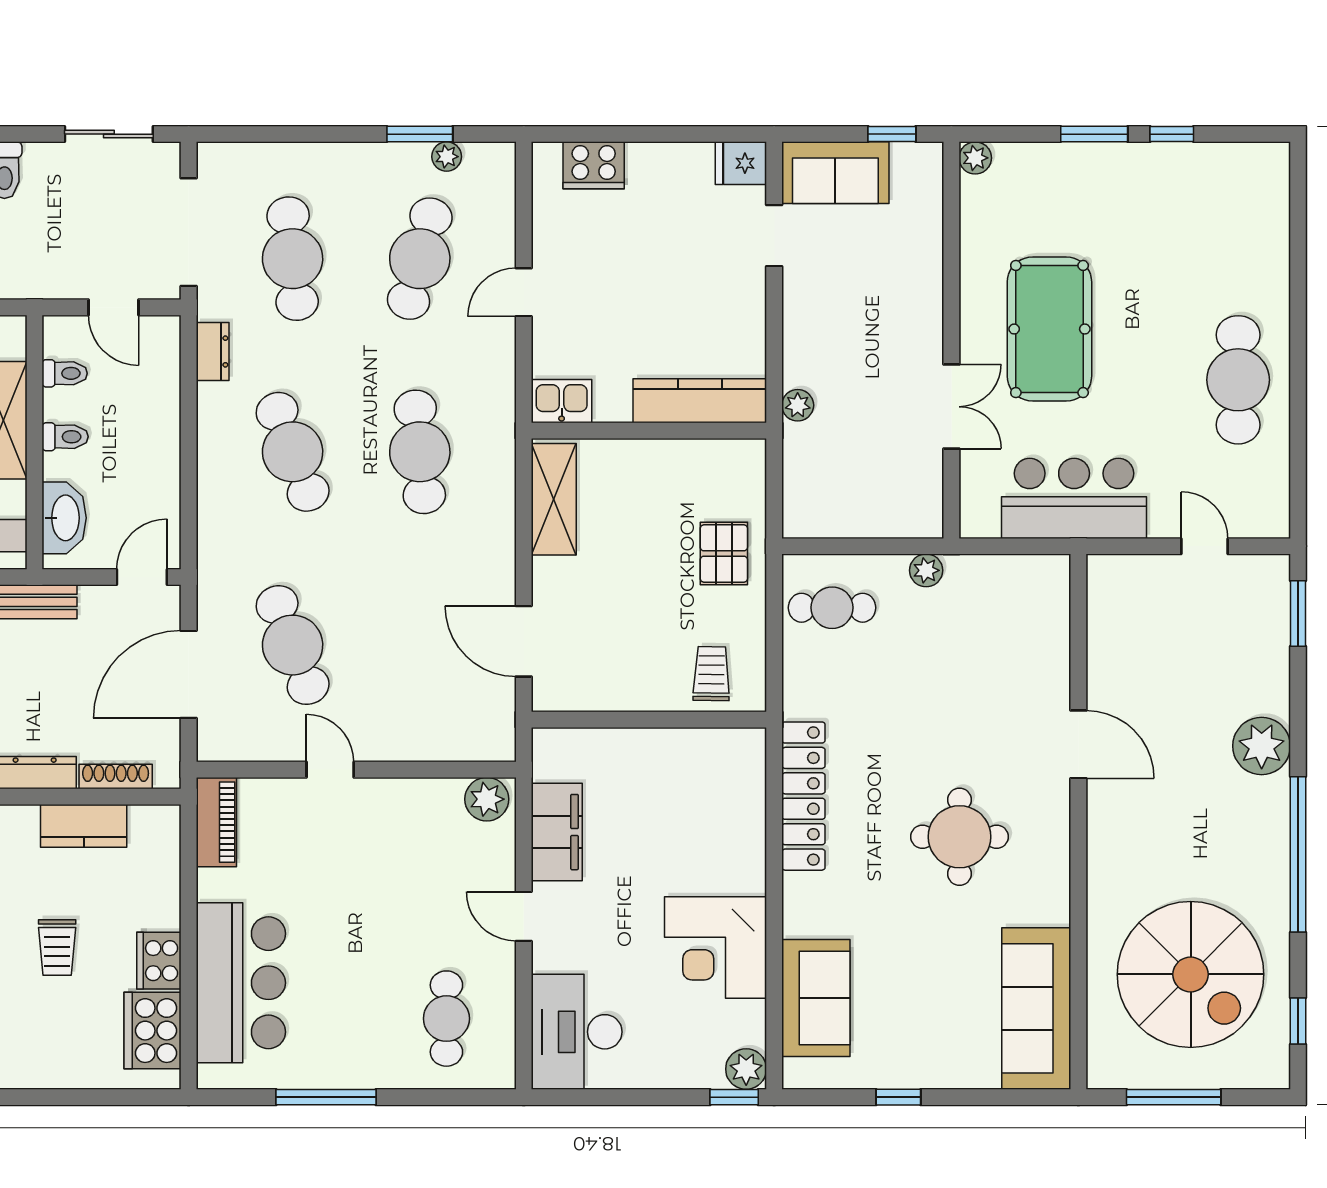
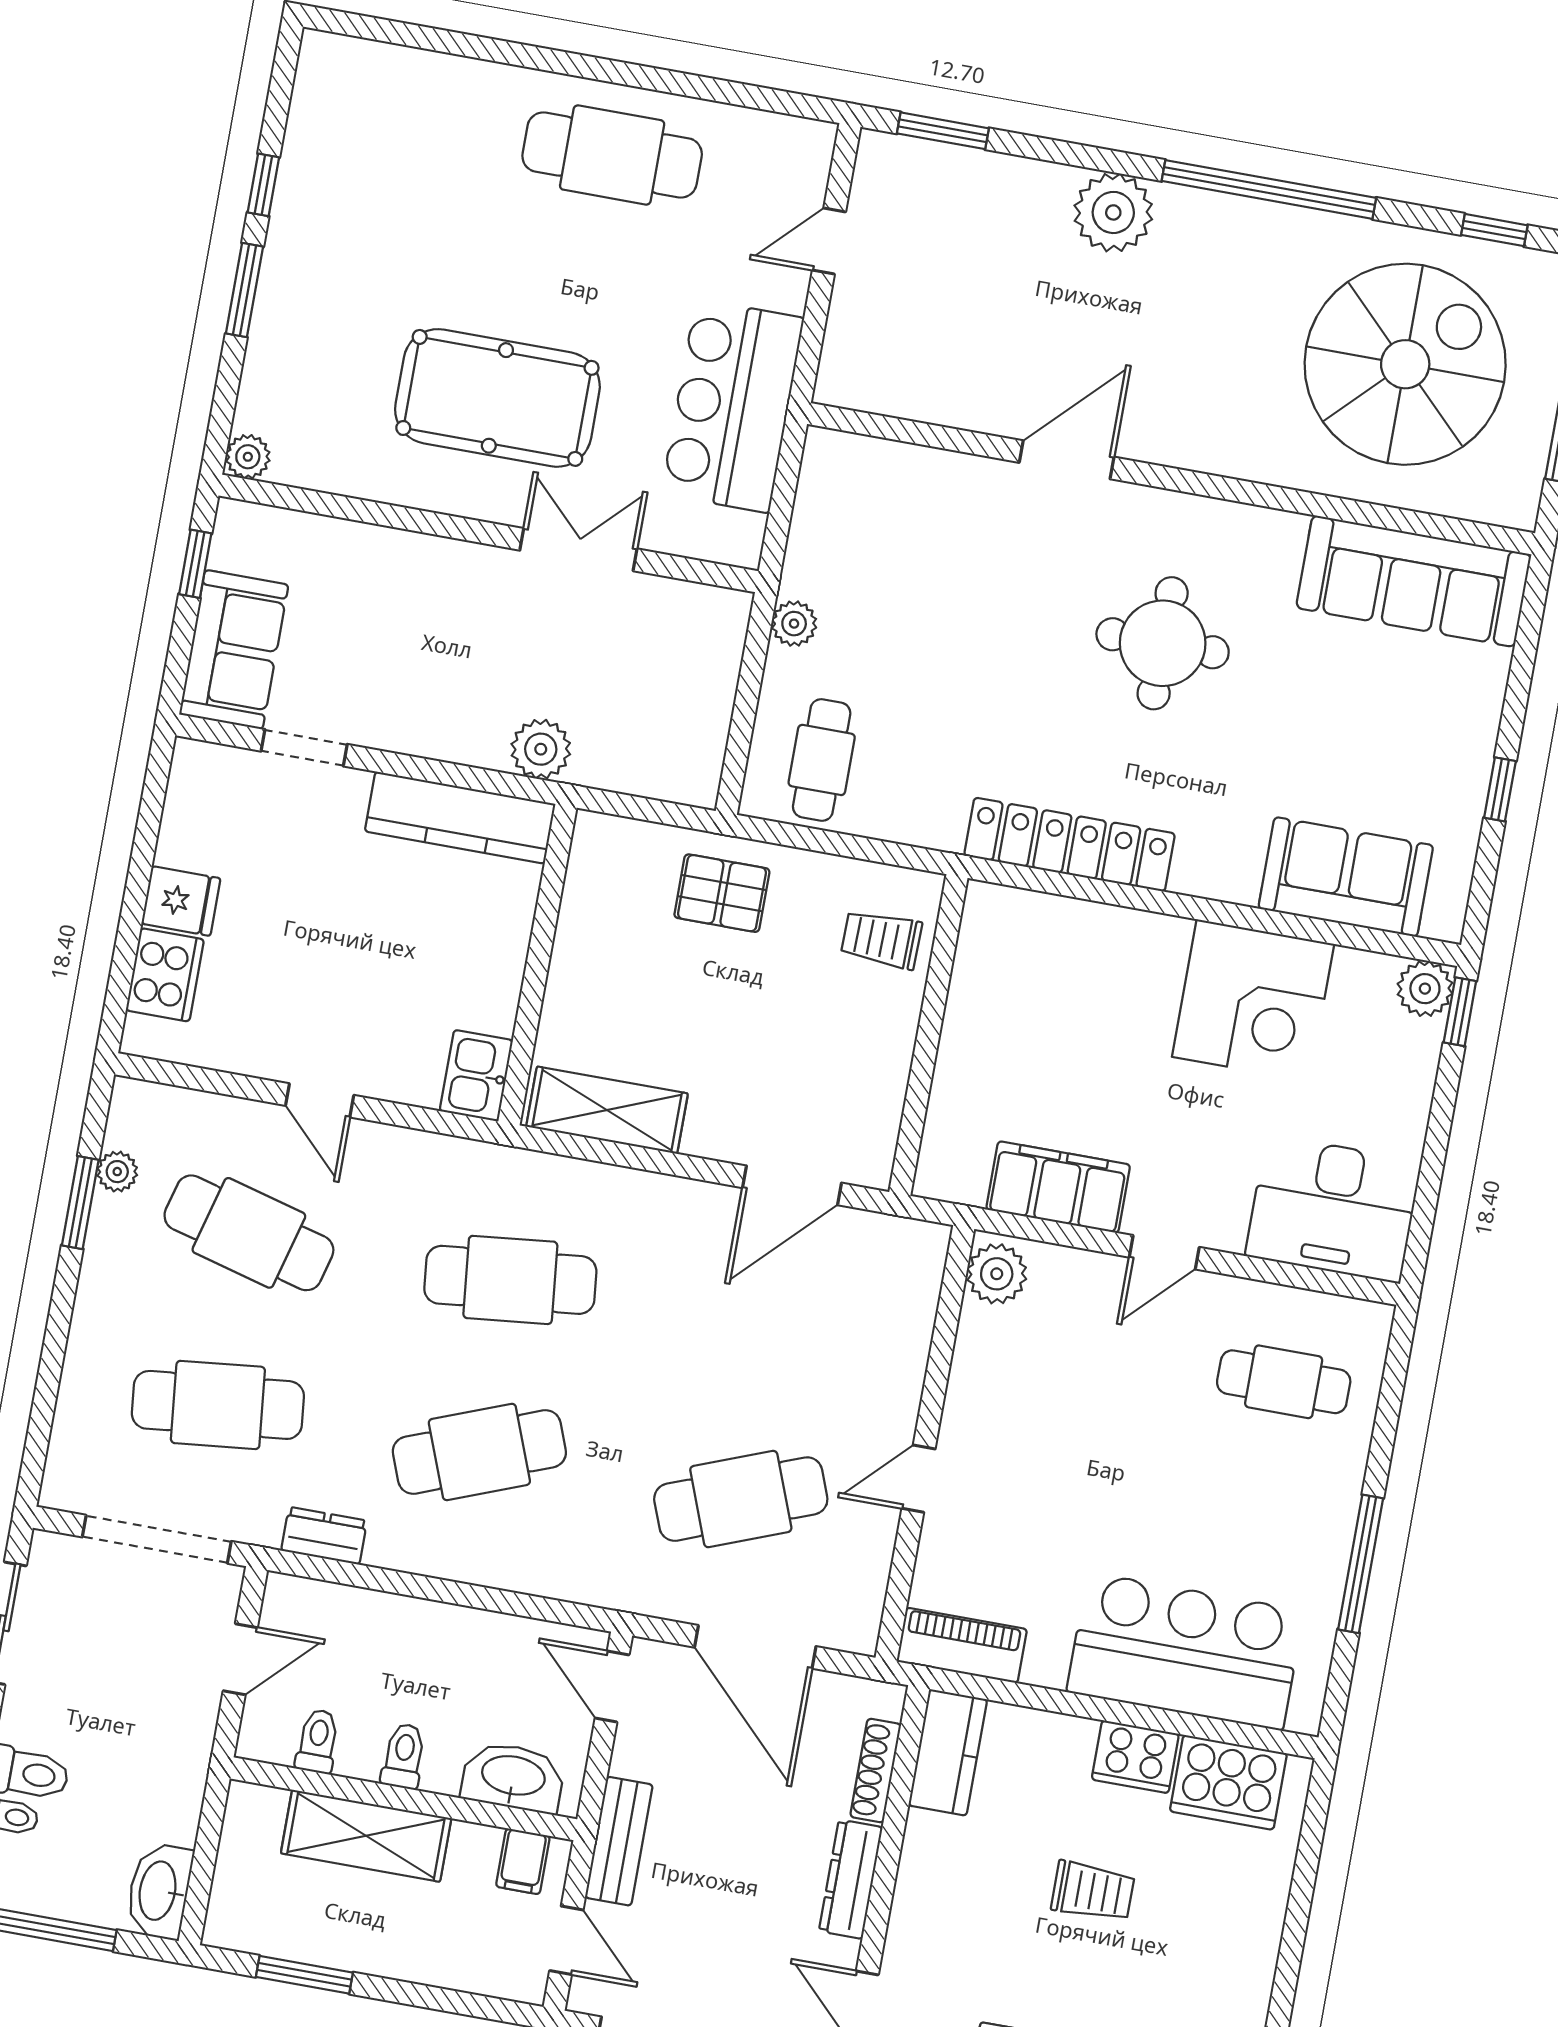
fridge: (741, 163) -> (181, 901), moved, turned -90
kitchen counter: (700, 401) -> (460, 818), moved, turned -90
plant: (798, 405) -> (541, 749), width x1.38, depth x1.38
kitchen counter: (84, 826) -> (948, 1752), moved

